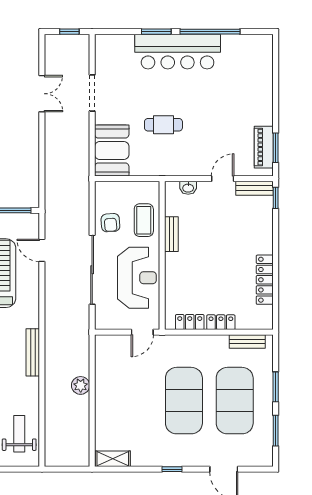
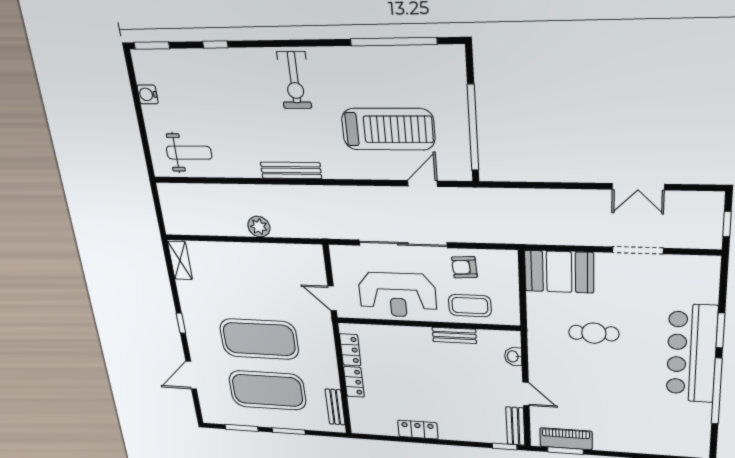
cafe table: (163, 125) -> (594, 333), turned 90
locker: (265, 280) -> (418, 430), width x0.66

